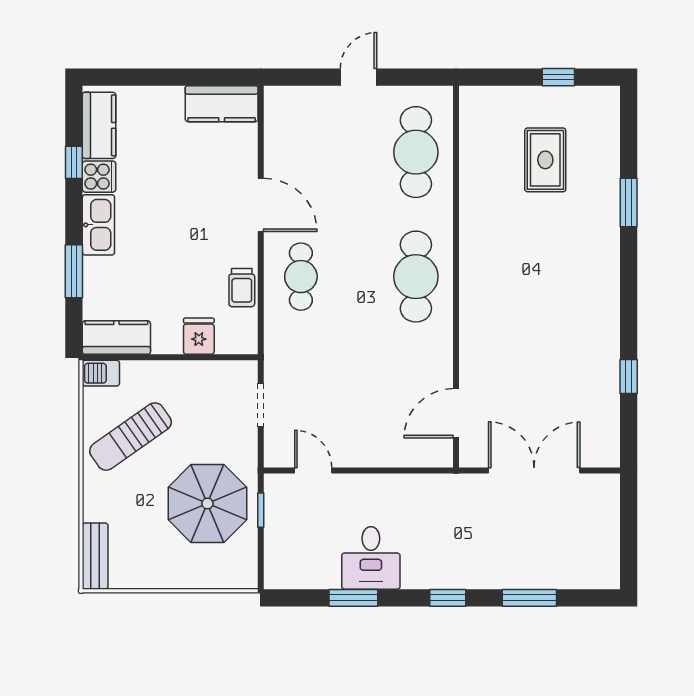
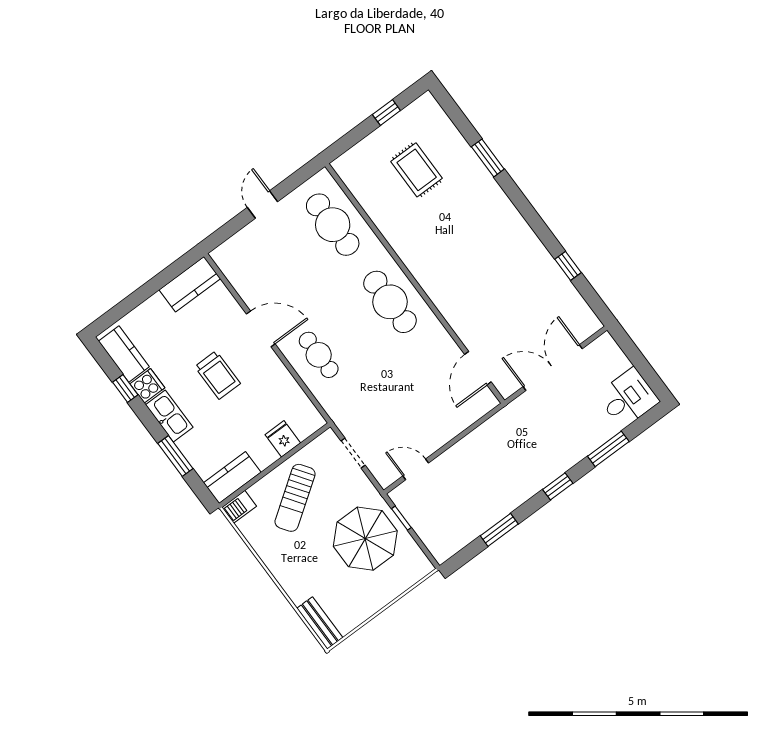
trolley: (242, 288) -> (218, 375), moved, width x1.36, depth x1.39
sun lounger: (131, 437) -> (295, 498), moved
desk: (371, 558) -> (628, 398), moved, turned -90

